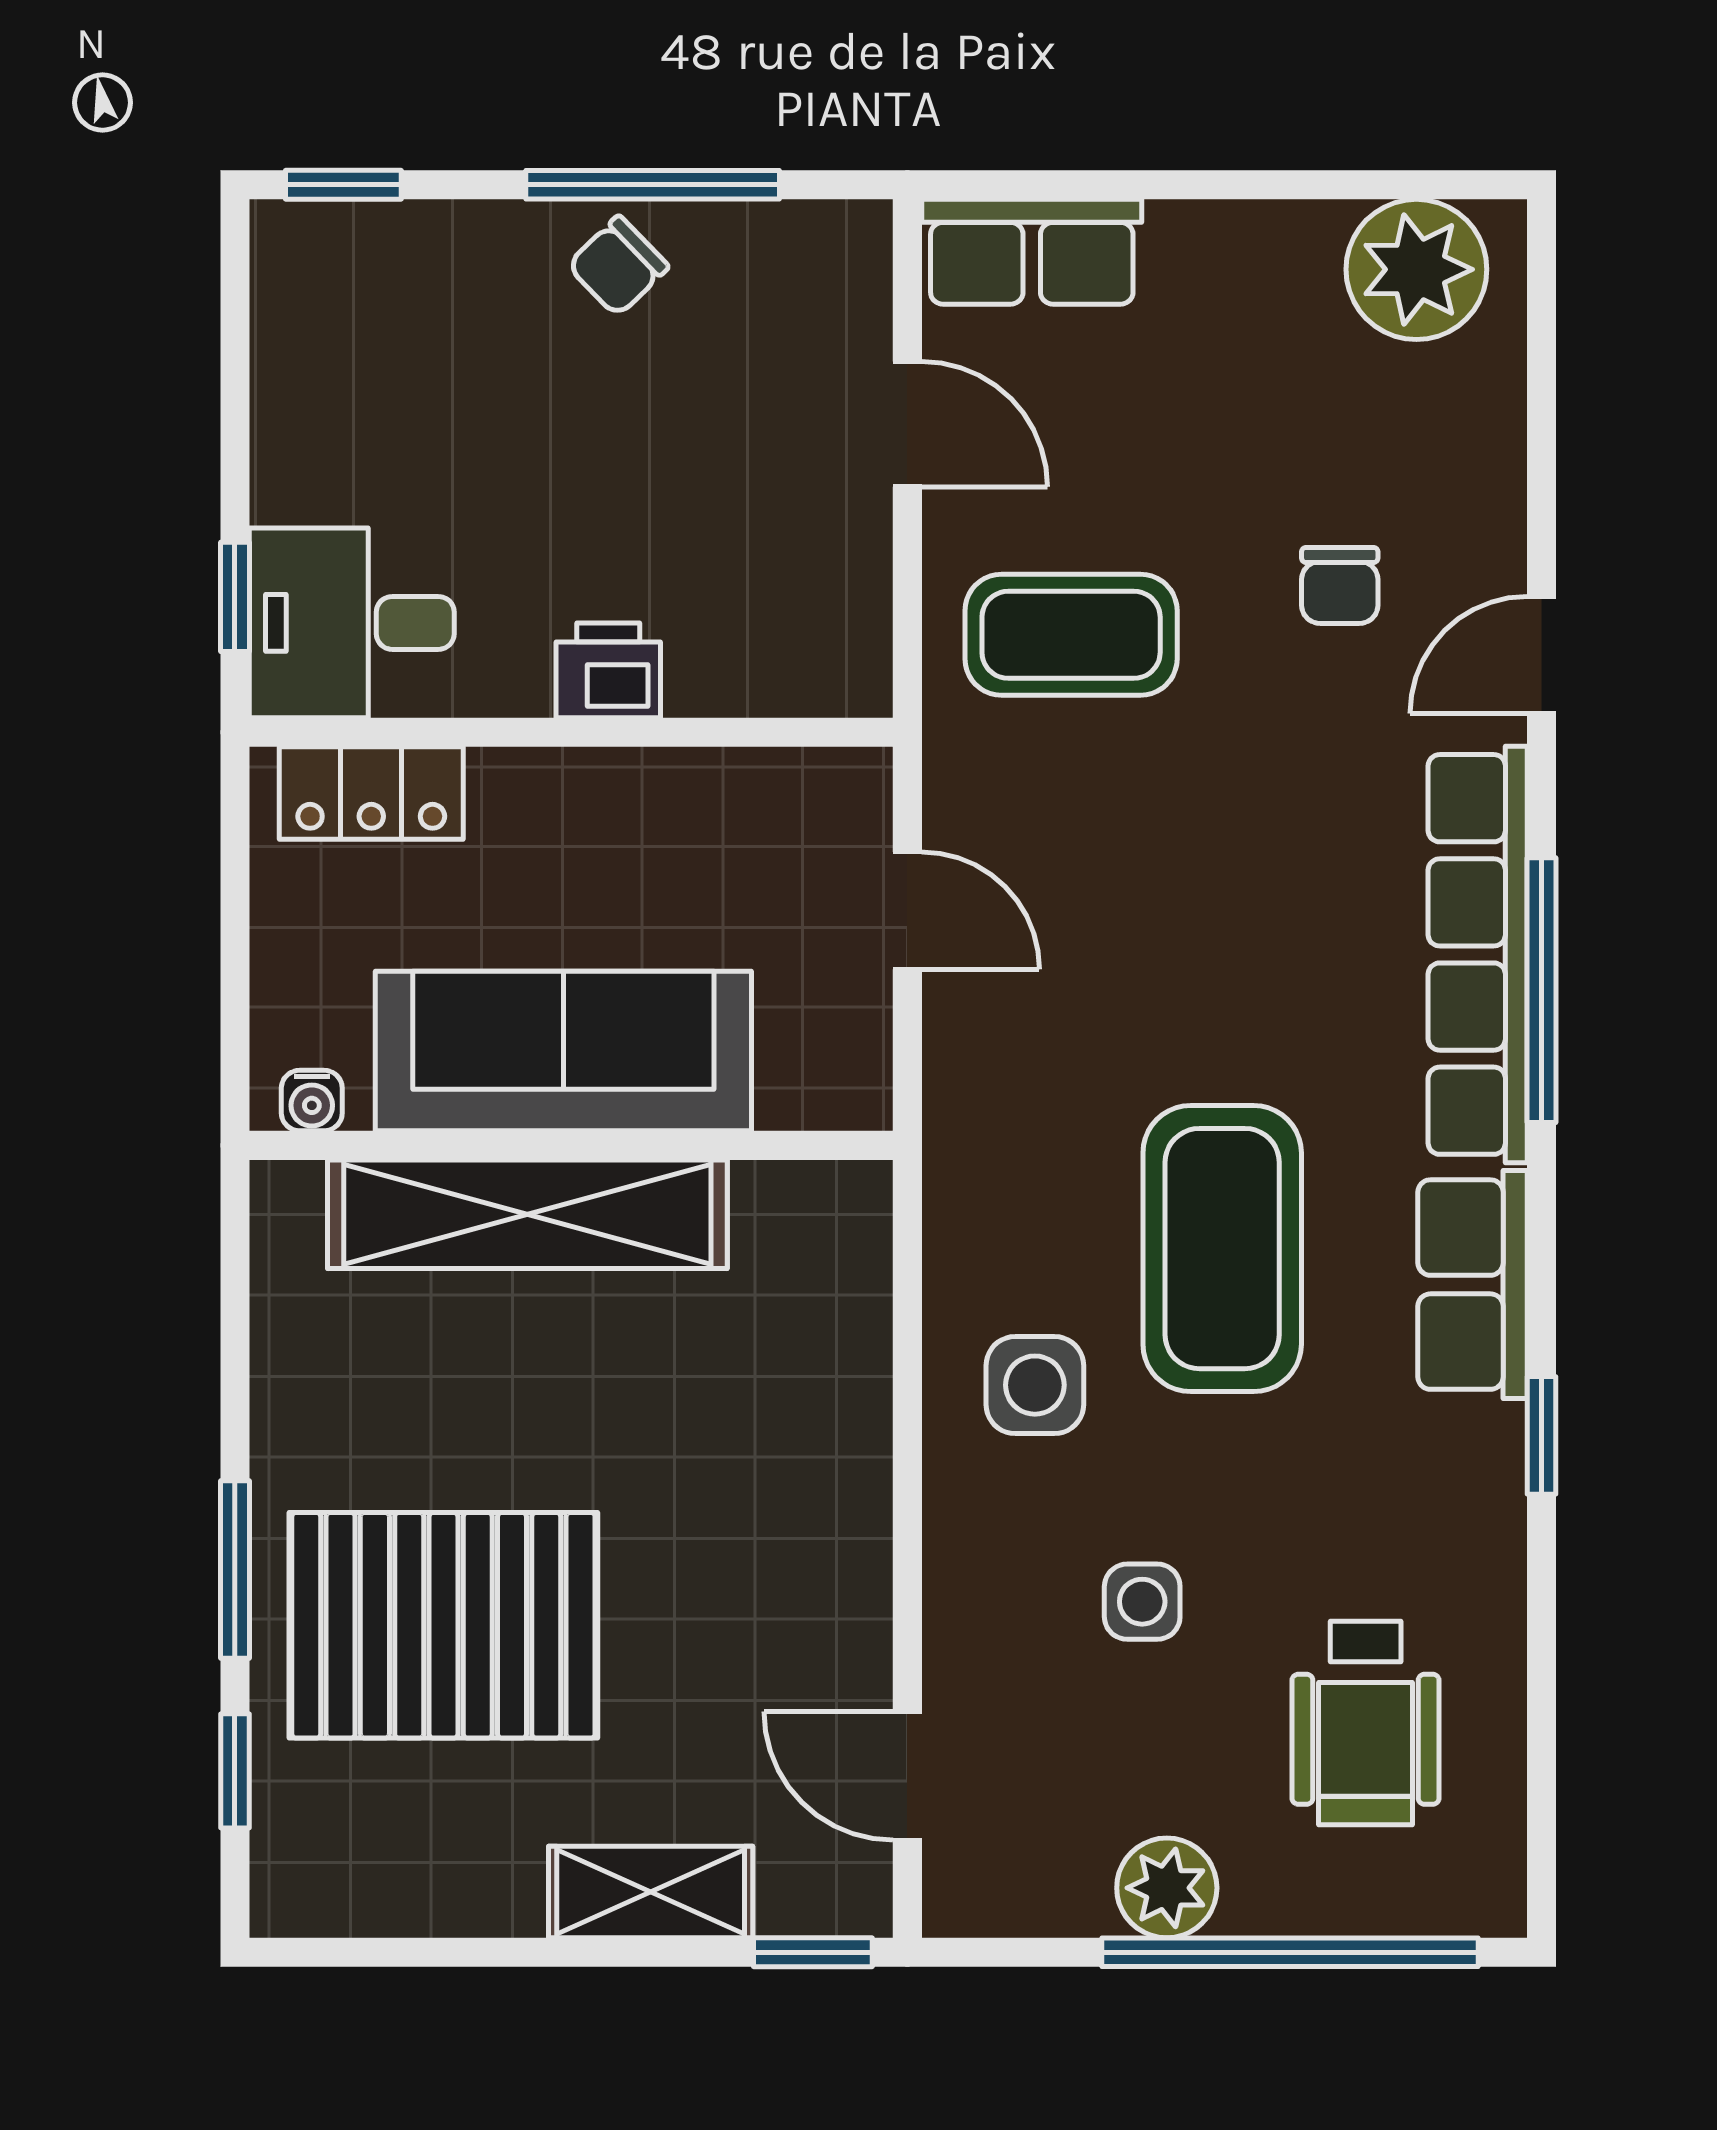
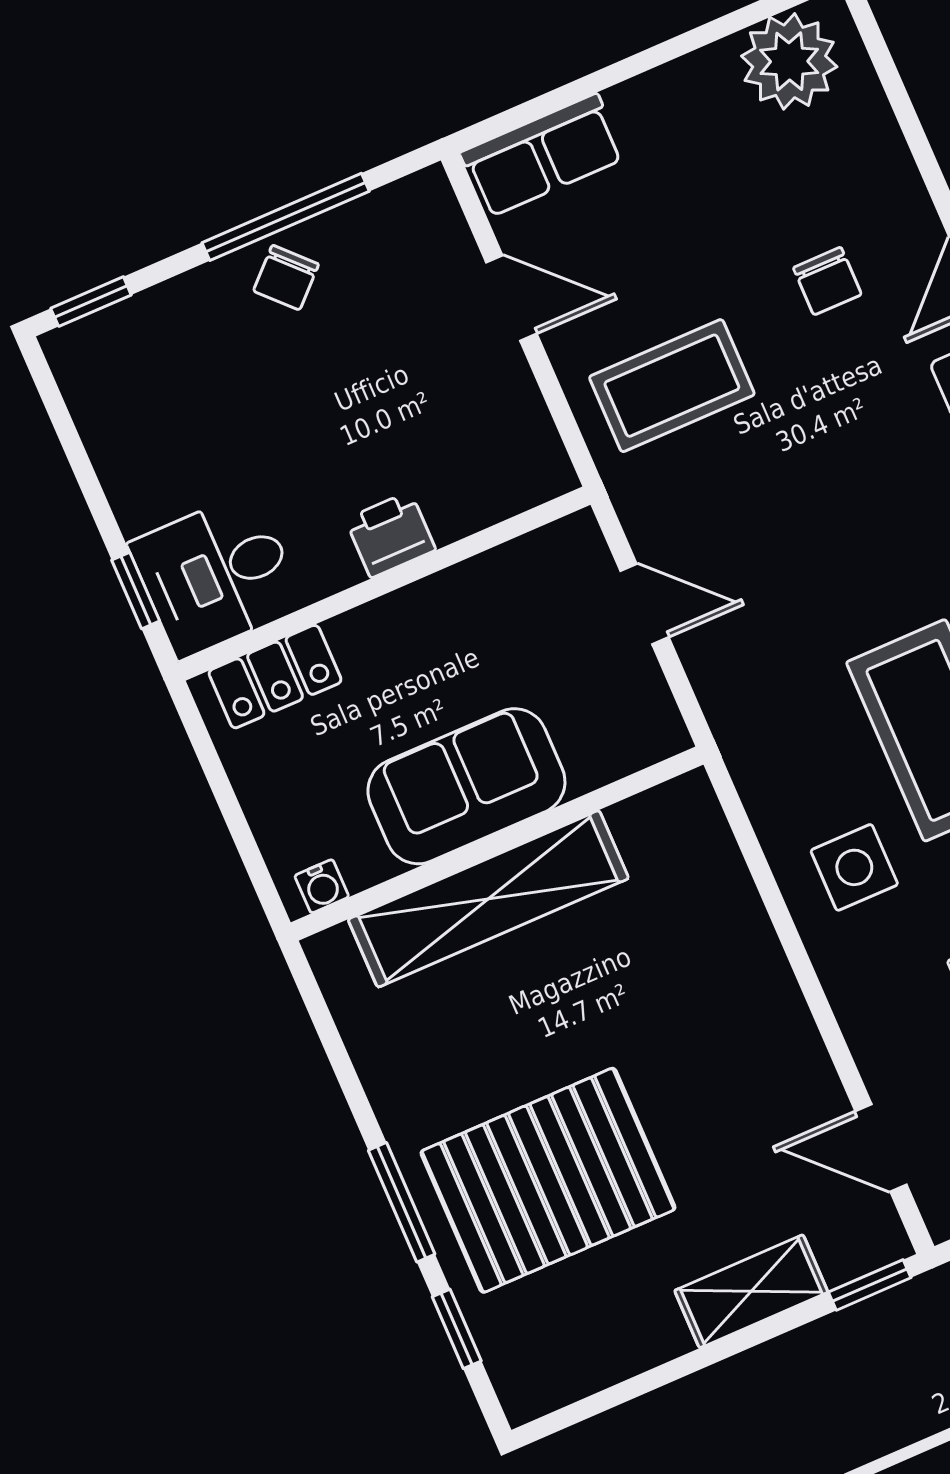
sofa: (563, 1051) -> (466, 786), width x0.73

